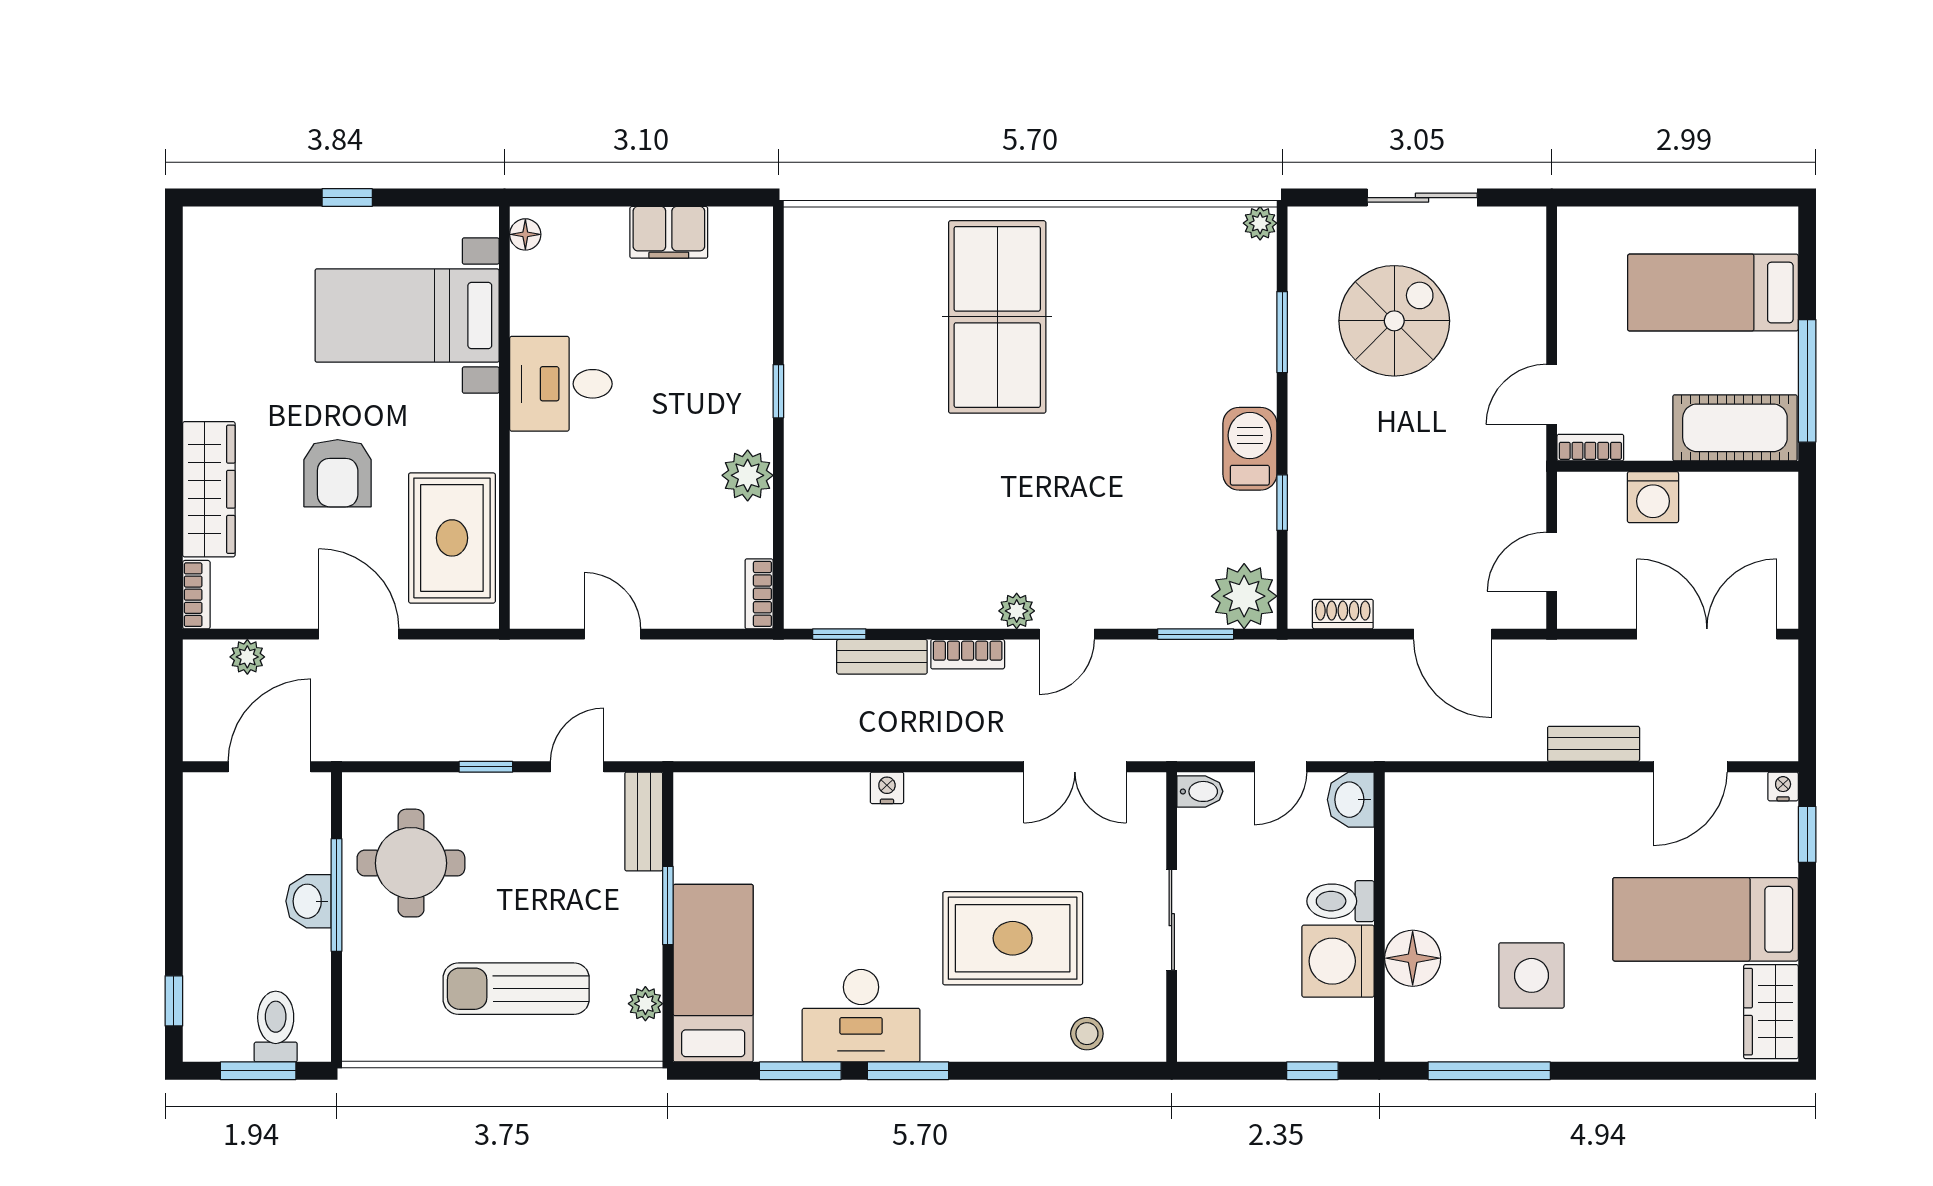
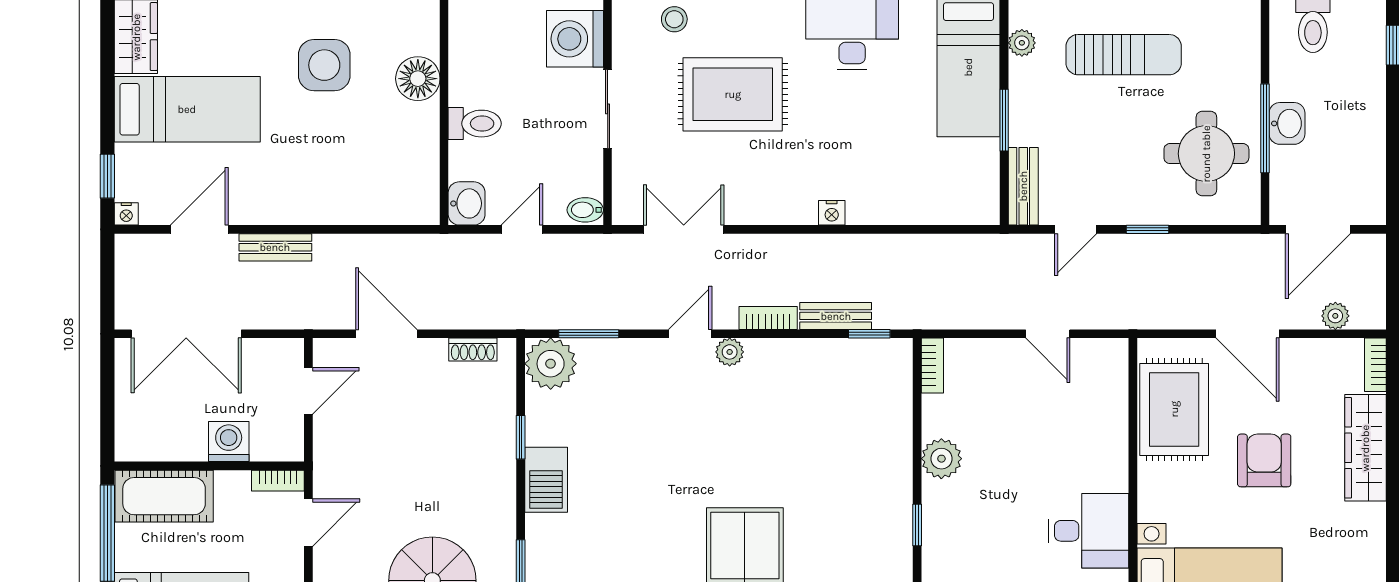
washing machine: (1338, 961) -> (575, 39), moved, turned 180

